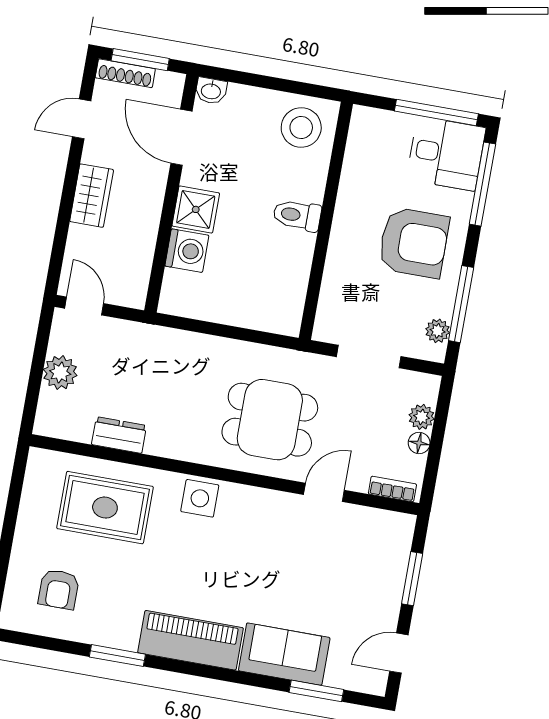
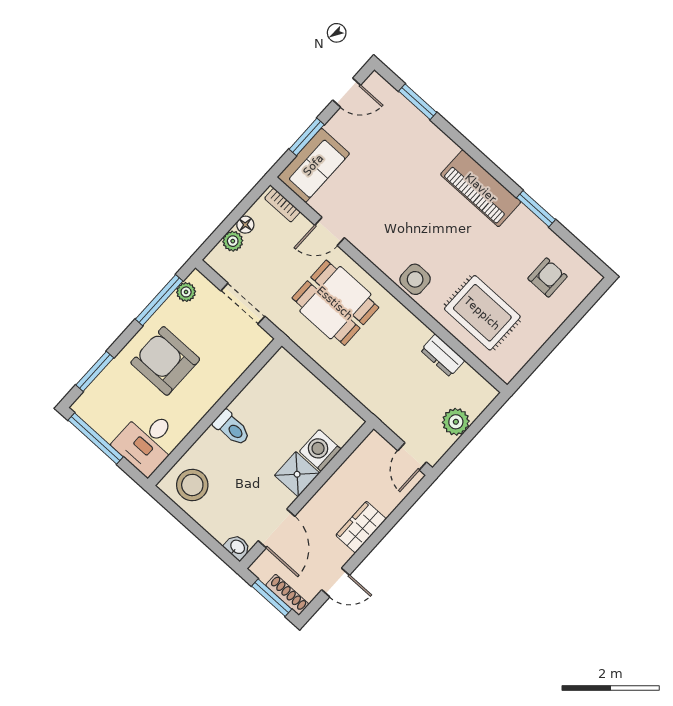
desk: (446, 154) -> (147, 441), moved, turned -90
window: (482, 184) -> (95, 371), width x0.69
sofa: (284, 654) -> (313, 165), moved, turned -90

